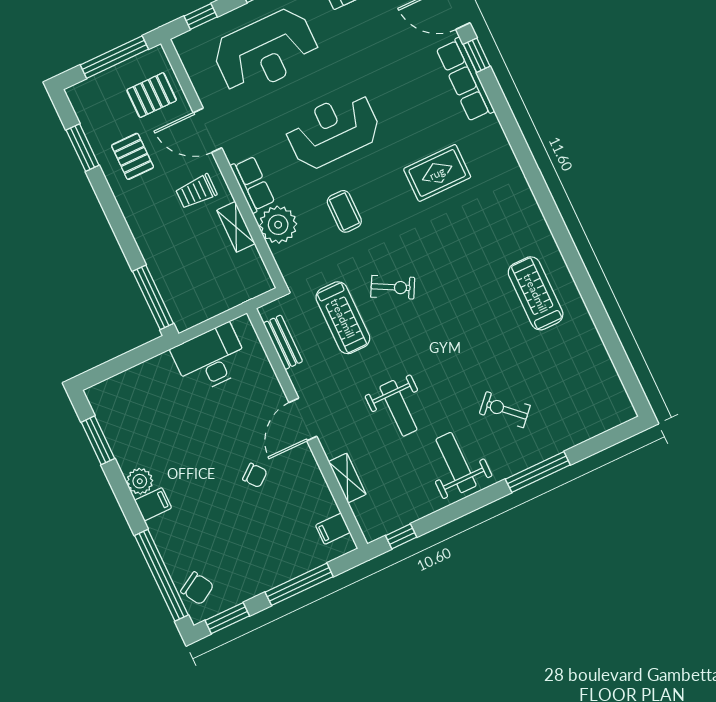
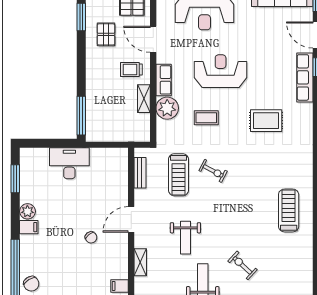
coffee table: (344, 211) -> (206, 118), turned 90
desk: (210, 359) -> (69, 163), moved

